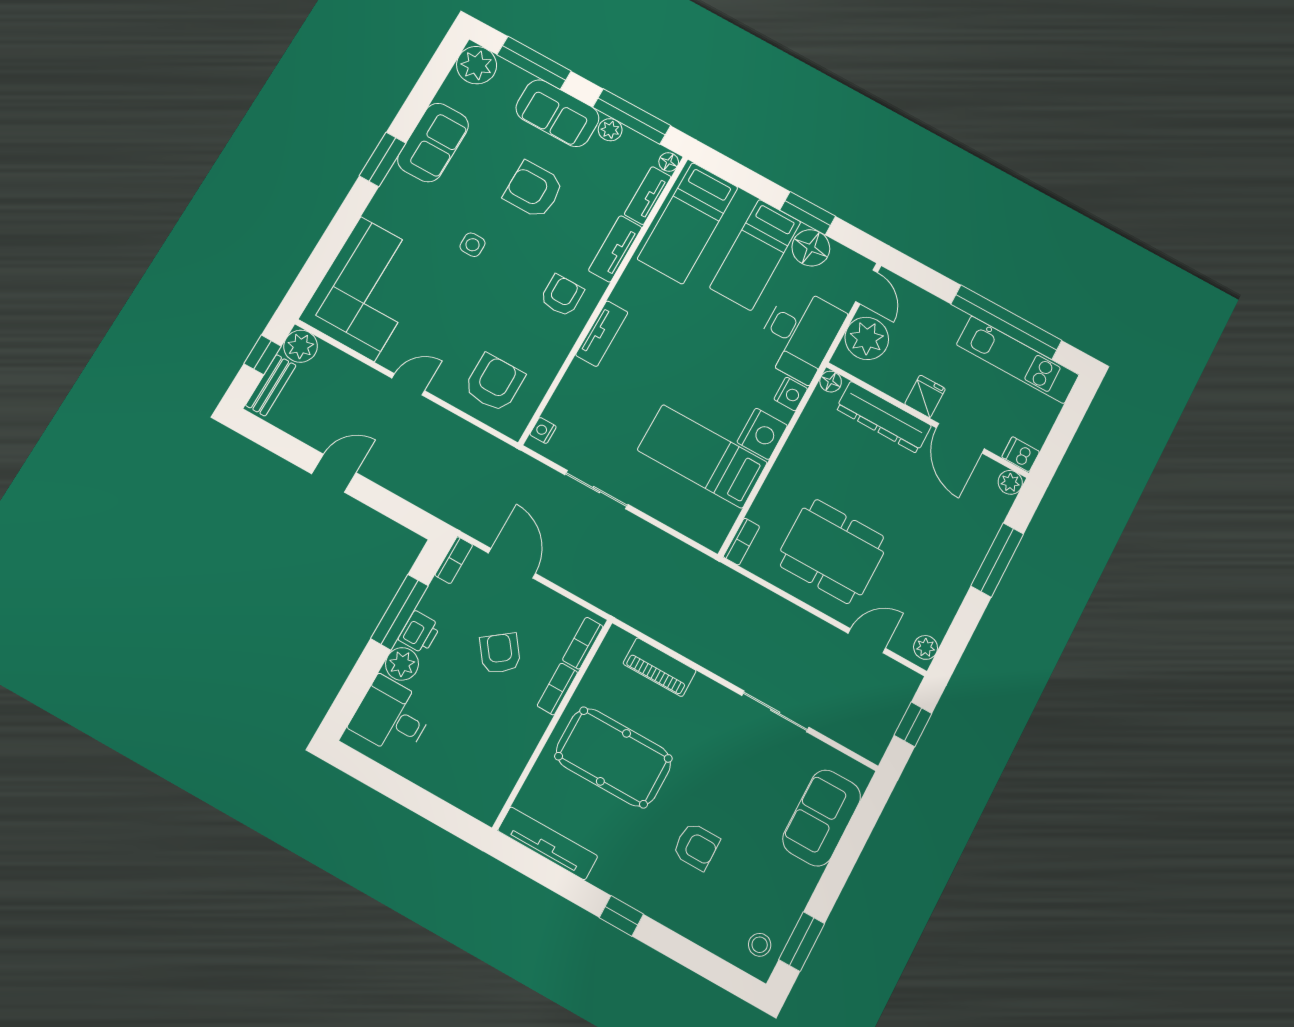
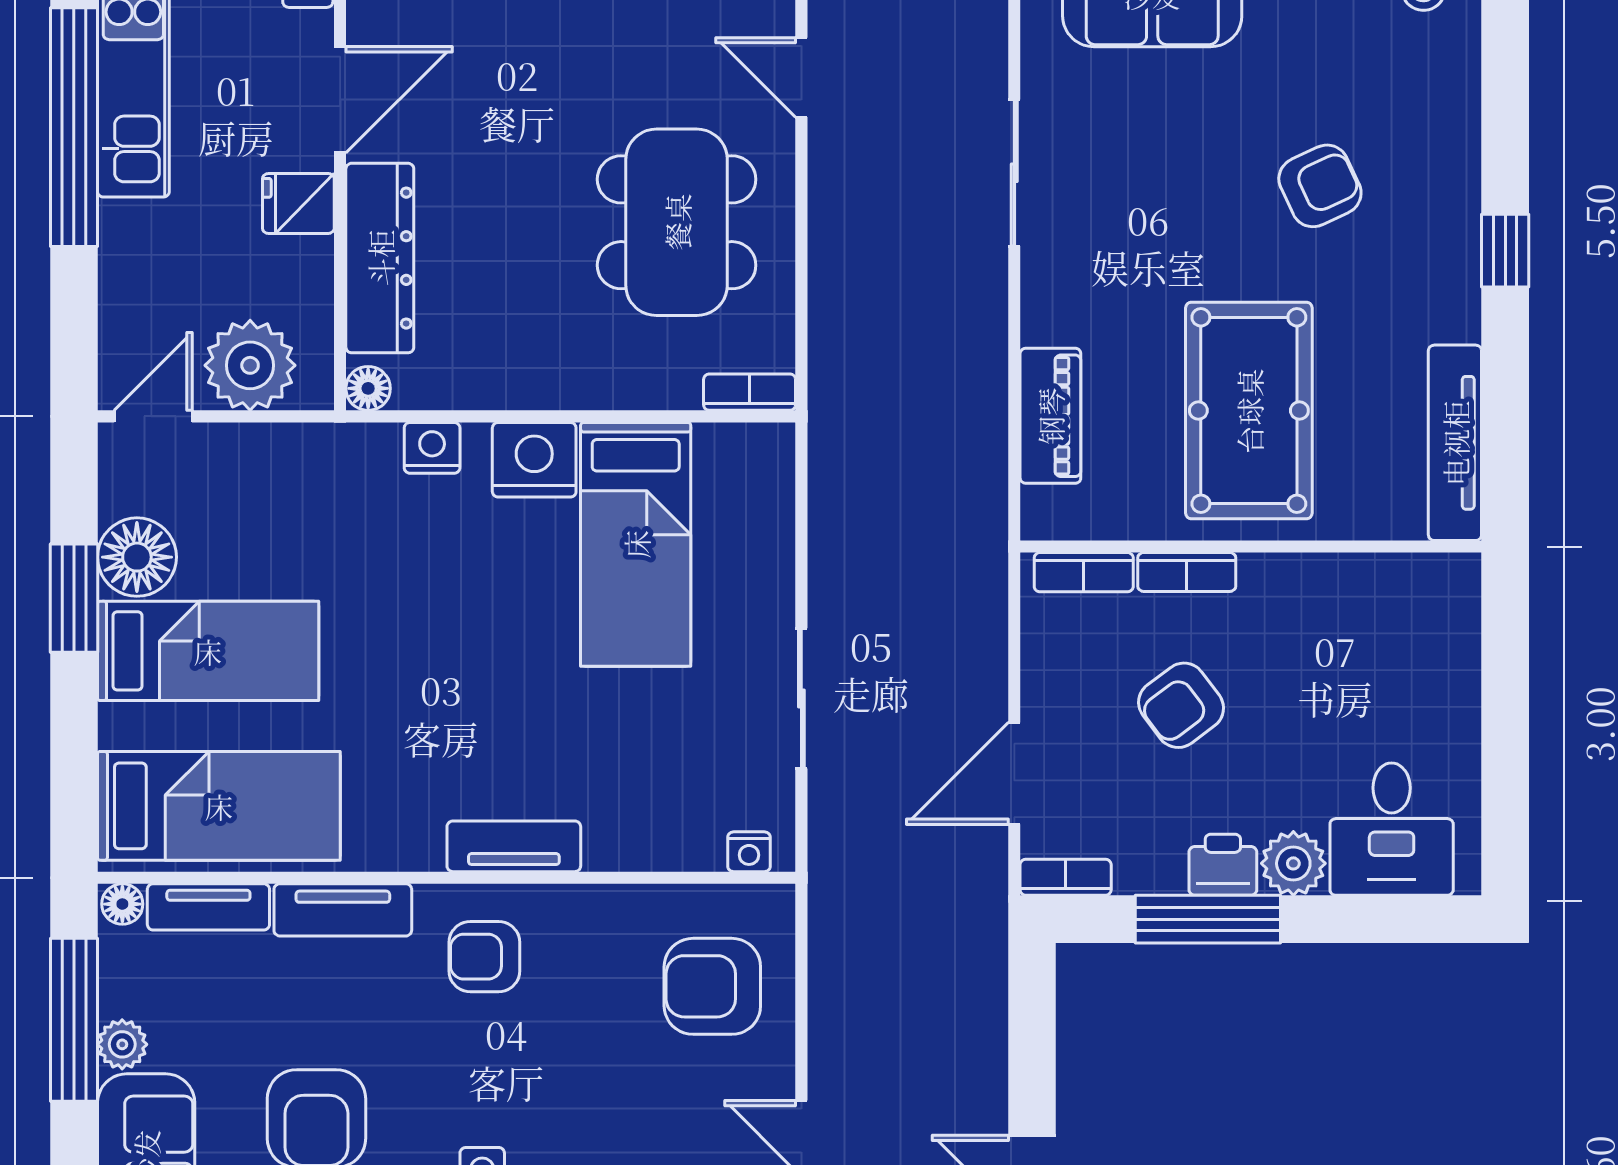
desk: (799, 334) -> (311, 492), removed
armchair: (696, 846) -> (1320, 186), turned 65

